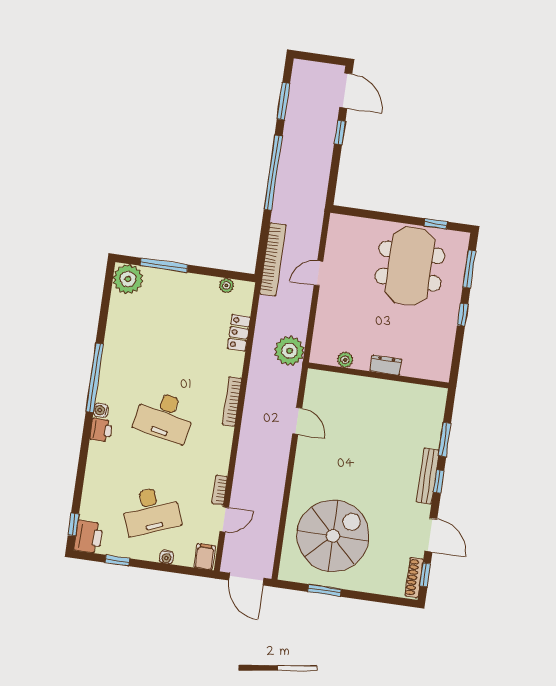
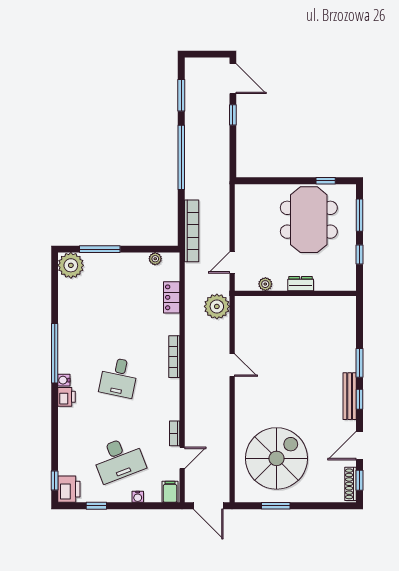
door: (319, 273) -> (232, 262), moved
plant: (345, 360) -> (265, 284), moved
dresser: (386, 365) -> (301, 284), moved
wall: (378, 375) -> (295, 293), moved
desk: (165, 416) -> (119, 377), width x0.73
door: (431, 535) -> (360, 446), swing flipped

